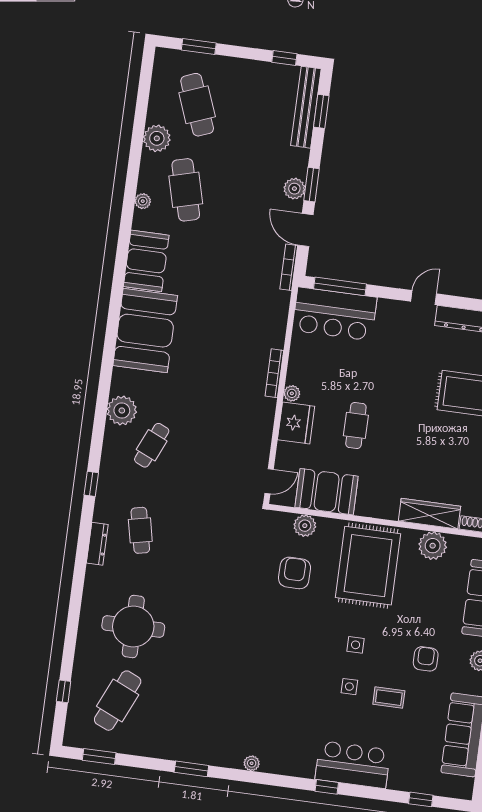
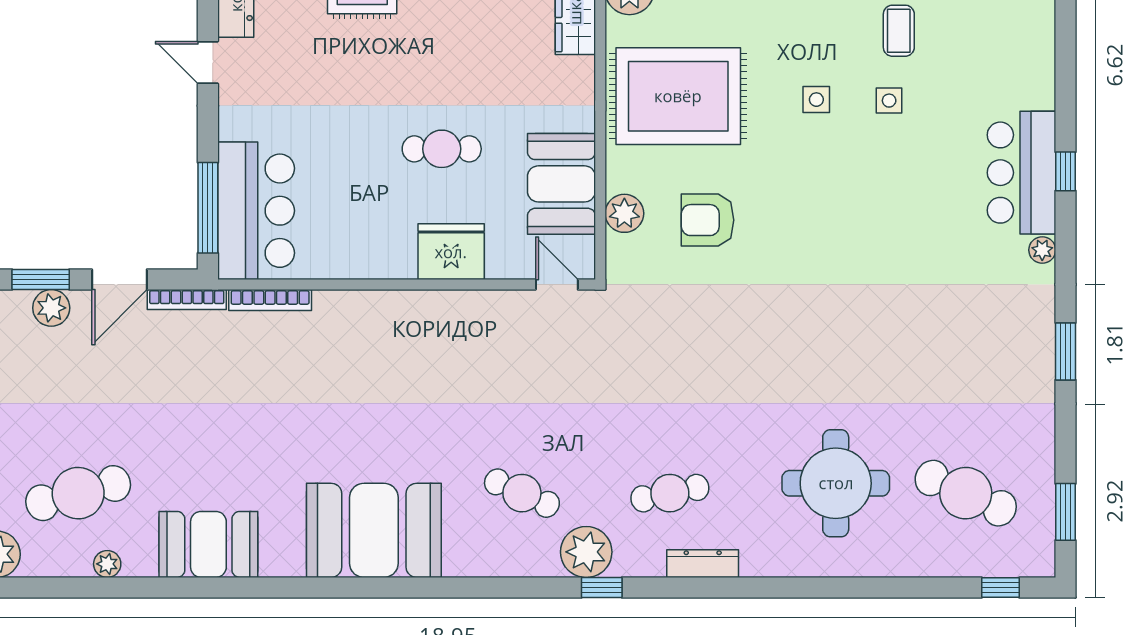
booth: (145, 331) -> (374, 530), moved
bookcase: (274, 373) -> (270, 300), moved
plant: (292, 393) -> (402, 266), removed
plant: (122, 410) -> (586, 552), moved
window: (64, 691) -> (1000, 587), moved
bar counter: (353, 765) -> (1021, 173), moved
window: (327, 787) -> (1066, 171), moved

